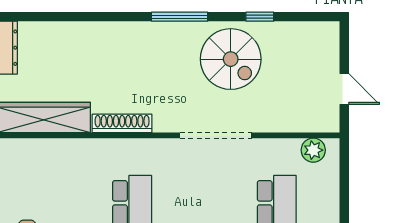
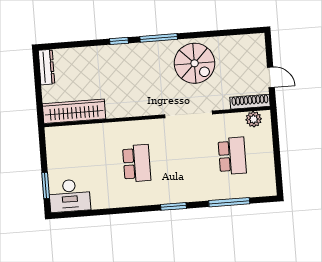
window: (260, 17) -> (119, 41), moved
shoe rack: (122, 123) -> (250, 102), moved

